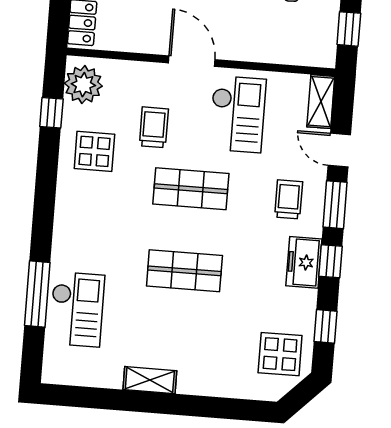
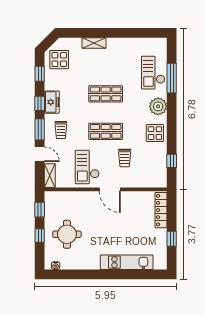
plant: (83, 85) -> (158, 106), moved
display table: (94, 151) -> (155, 133), moved
shelving: (150, 380) -> (94, 43), moved

